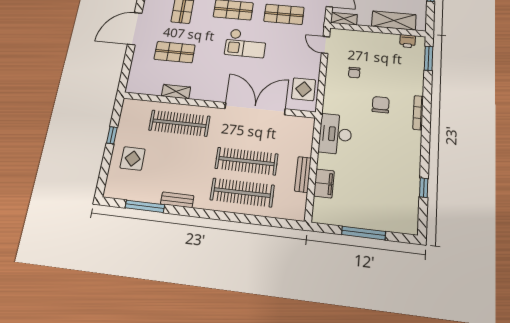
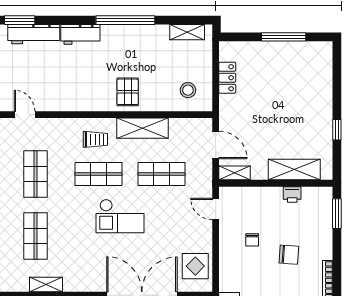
printer: (408, 41) -> (292, 195), moved
shop shelf: (175, 52) -> (36, 236), turned 90
chair: (381, 105) -> (289, 255), moved, turned 94

